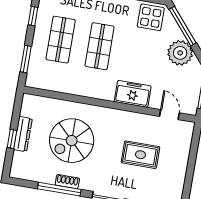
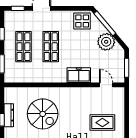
spiral stairs: (72, 141) -> (43, 114), turned -90
rug: (140, 155) -> (102, 123), moved

